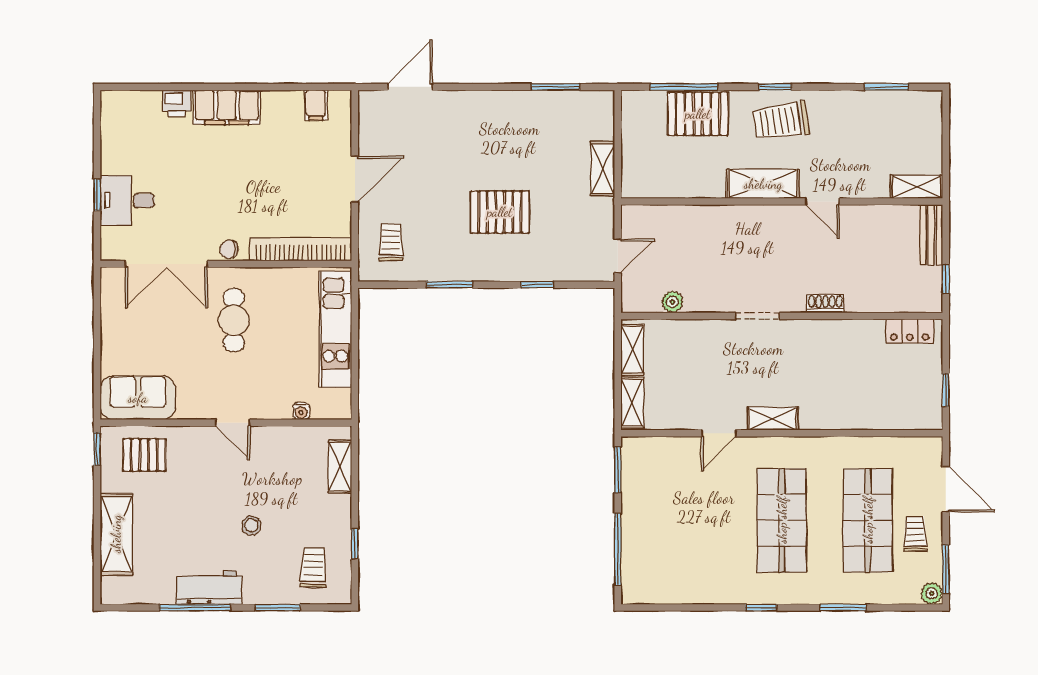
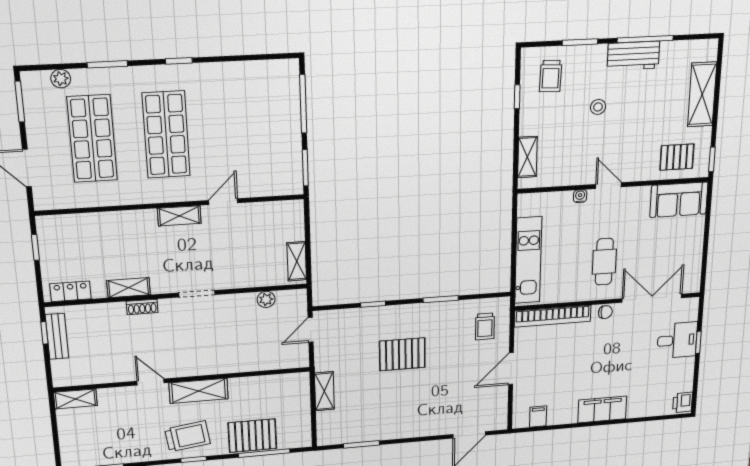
printer: (177, 103) -> (683, 402), moved, turned -90
bench: (931, 235) -> (57, 336), moved
shelving: (632, 403) -> (129, 288), moved, turned 90
water cooler: (301, 411) -> (580, 196), moved
trolley: (915, 534) -> (50, 130), removed
plant: (932, 593) -> (61, 79), moved

